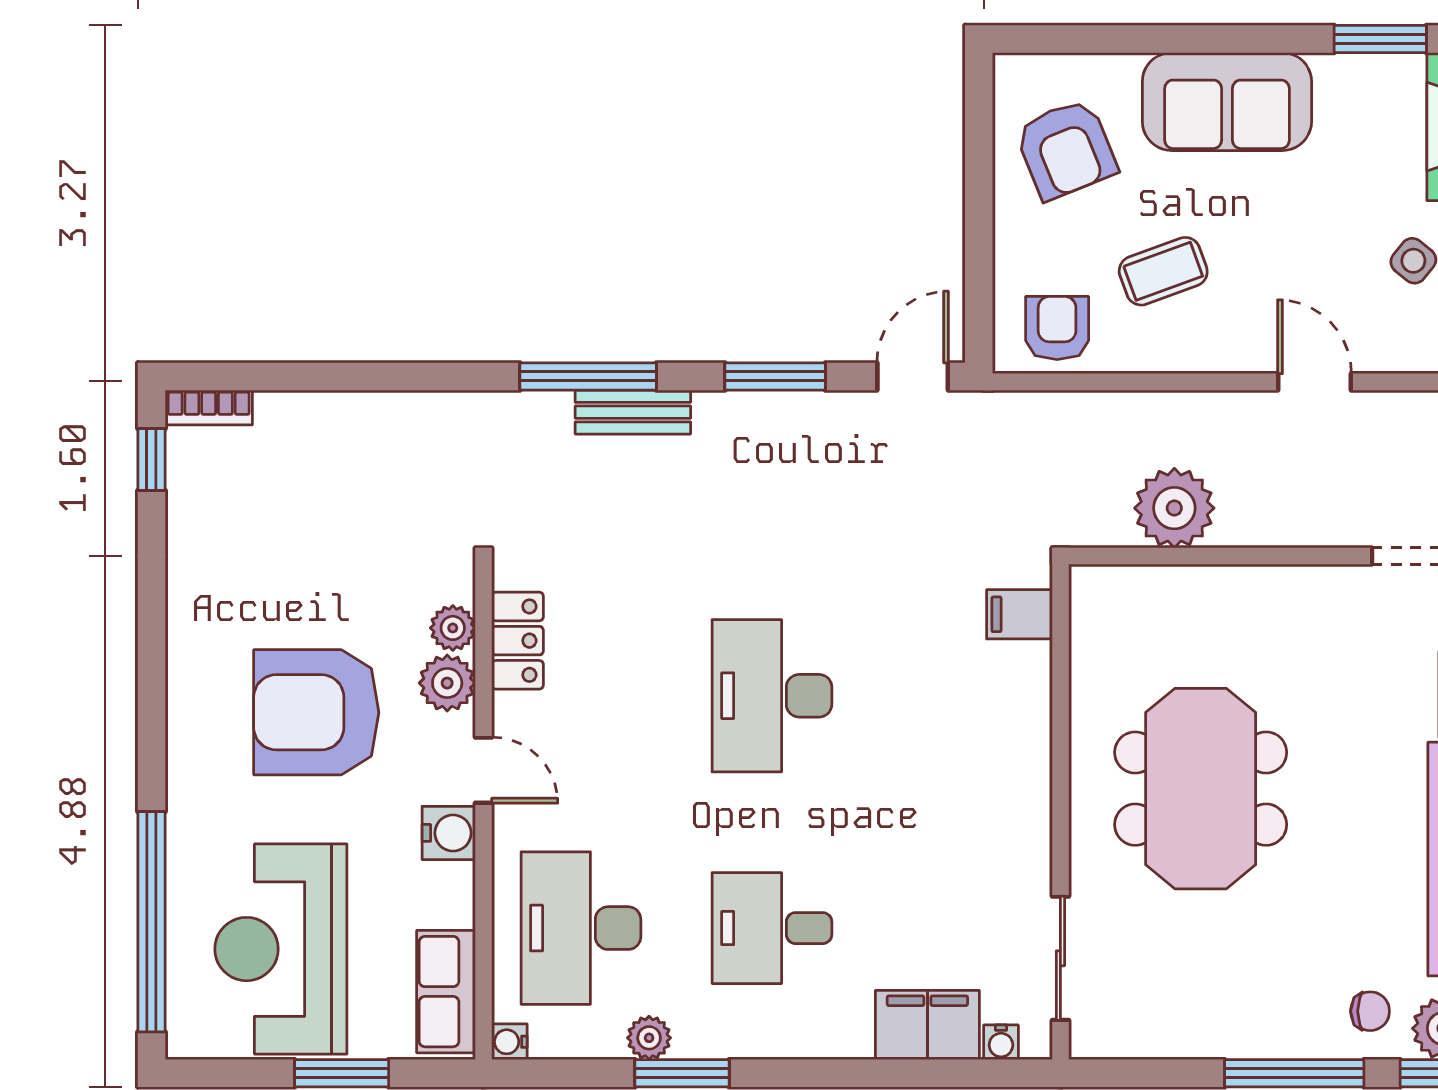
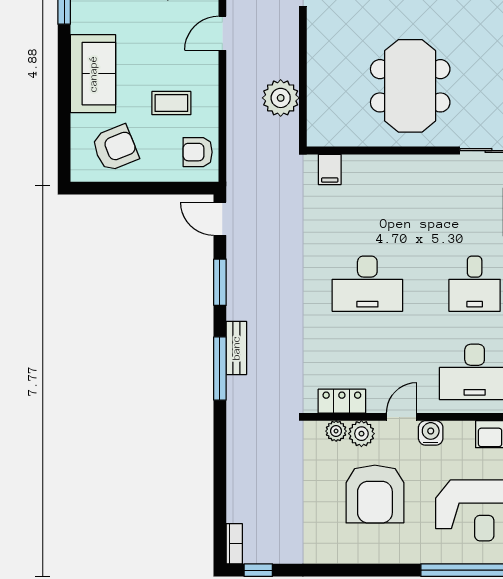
coffee table: (1163, 271) -> (171, 103), turned -70
meeting table: (1201, 789) -> (410, 86), turned 90

